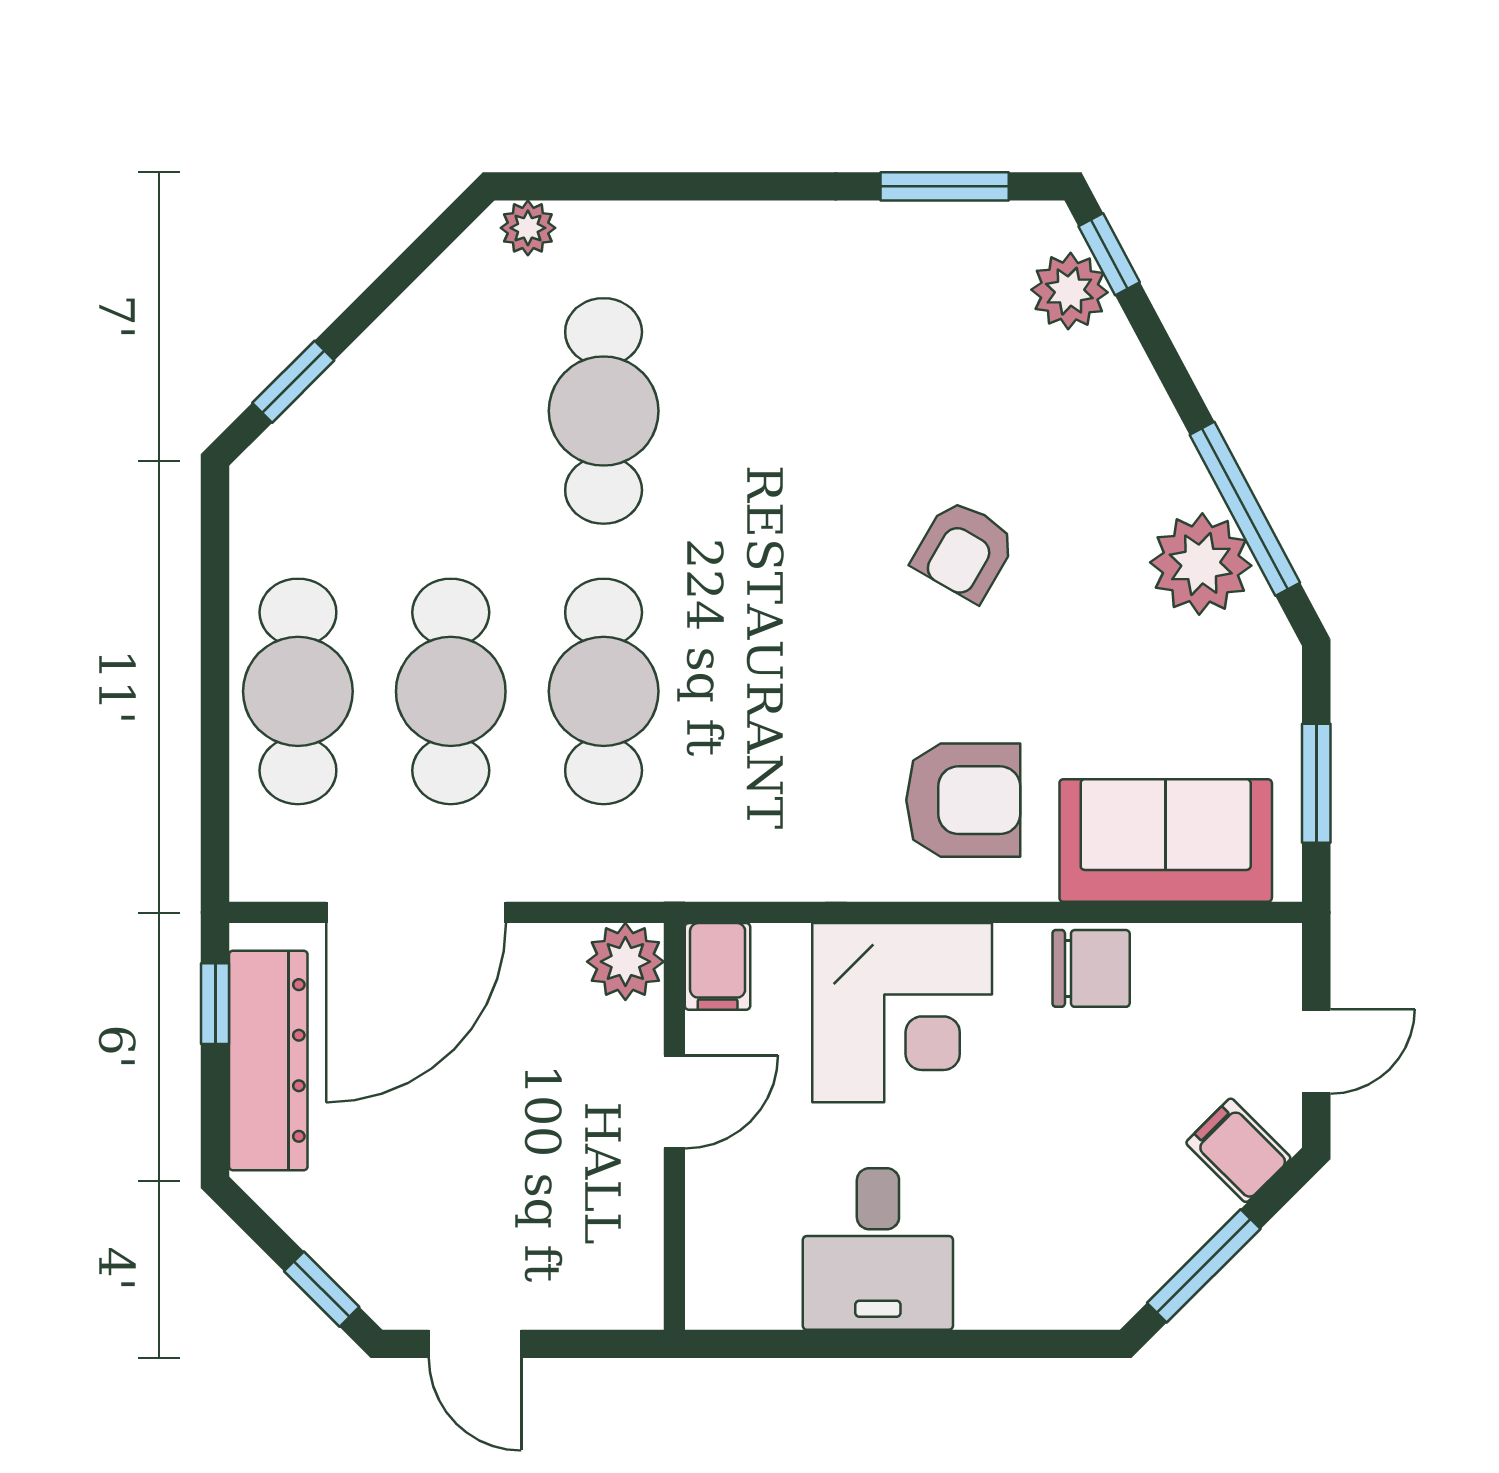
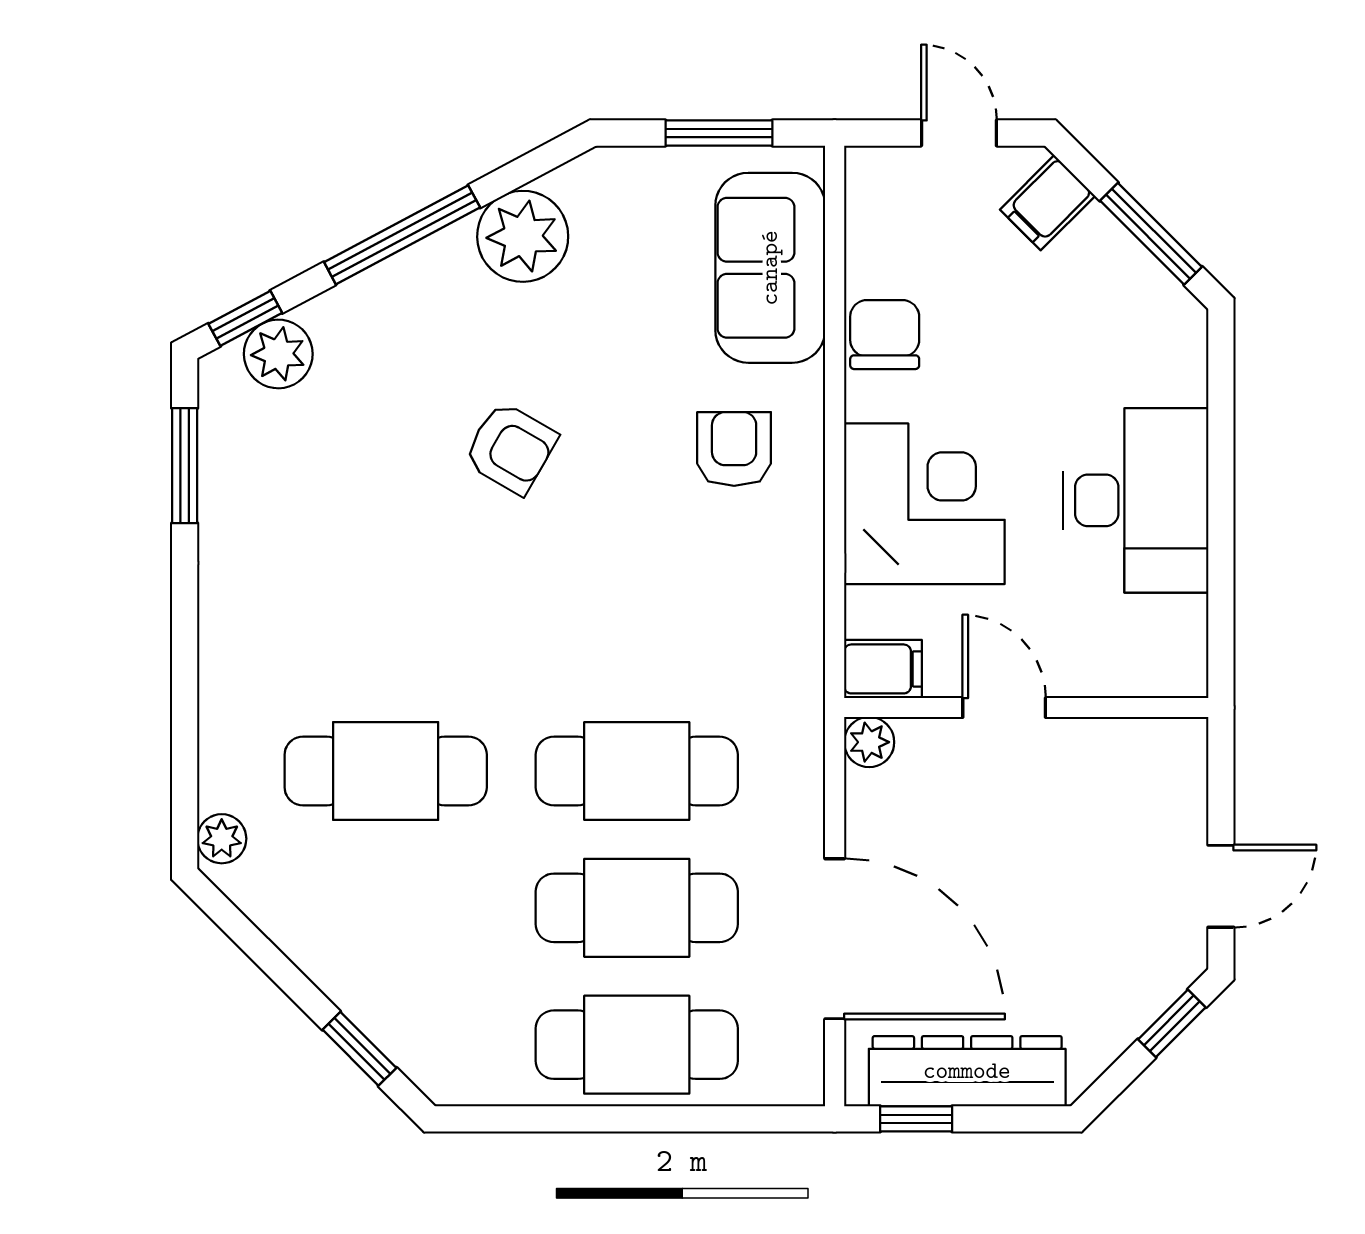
window: (1245, 509) -> (402, 235), moved
armchair: (963, 800) -> (734, 449), width x0.72, depth x0.72
plant: (625, 962) -> (869, 742), width x0.73, depth x0.73
desk: (878, 1249) -> (1136, 500), width x1.37

